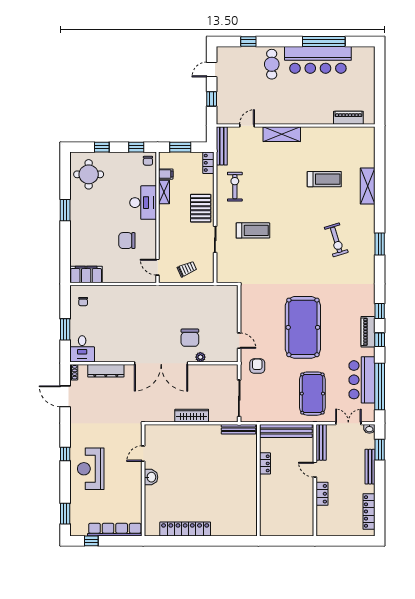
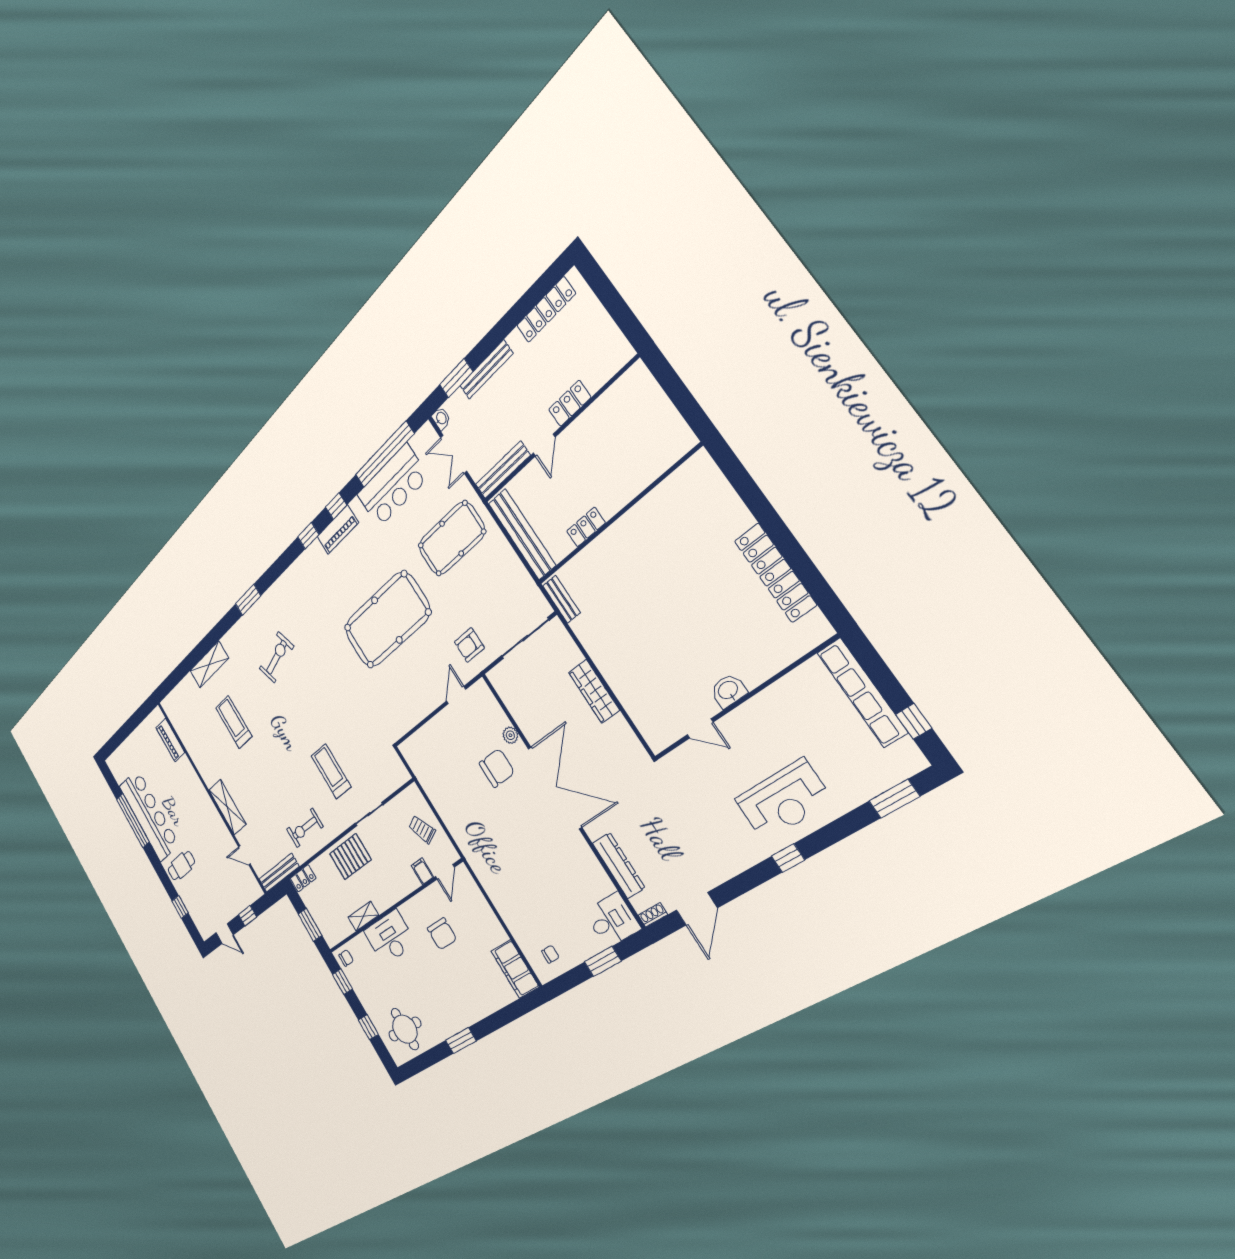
filing cabinet: (166, 174) -> (422, 871), moved
bench: (239, 429) -> (561, 599), width x0.73

